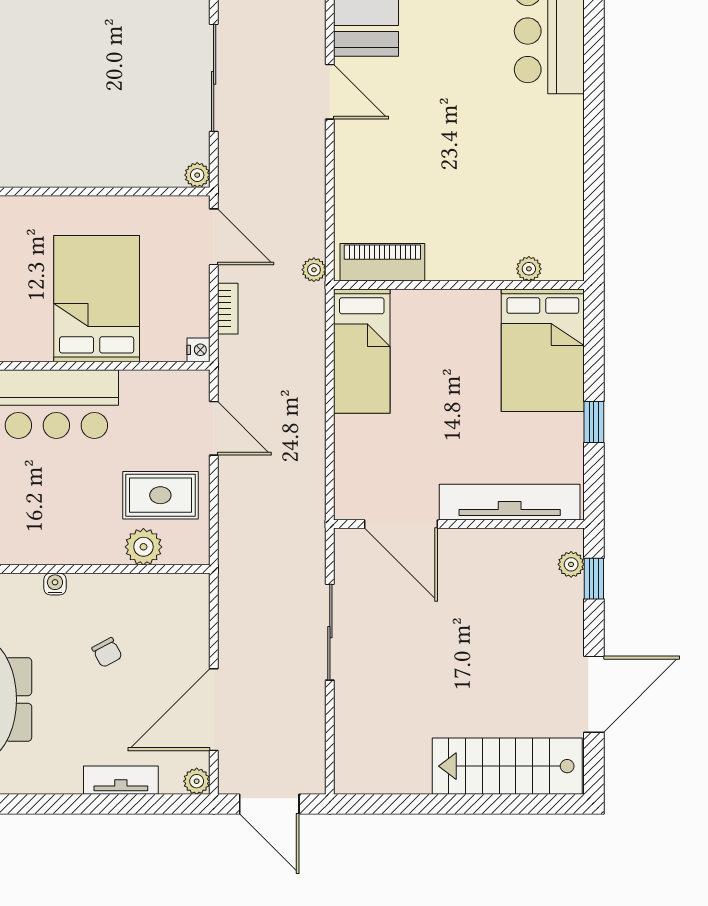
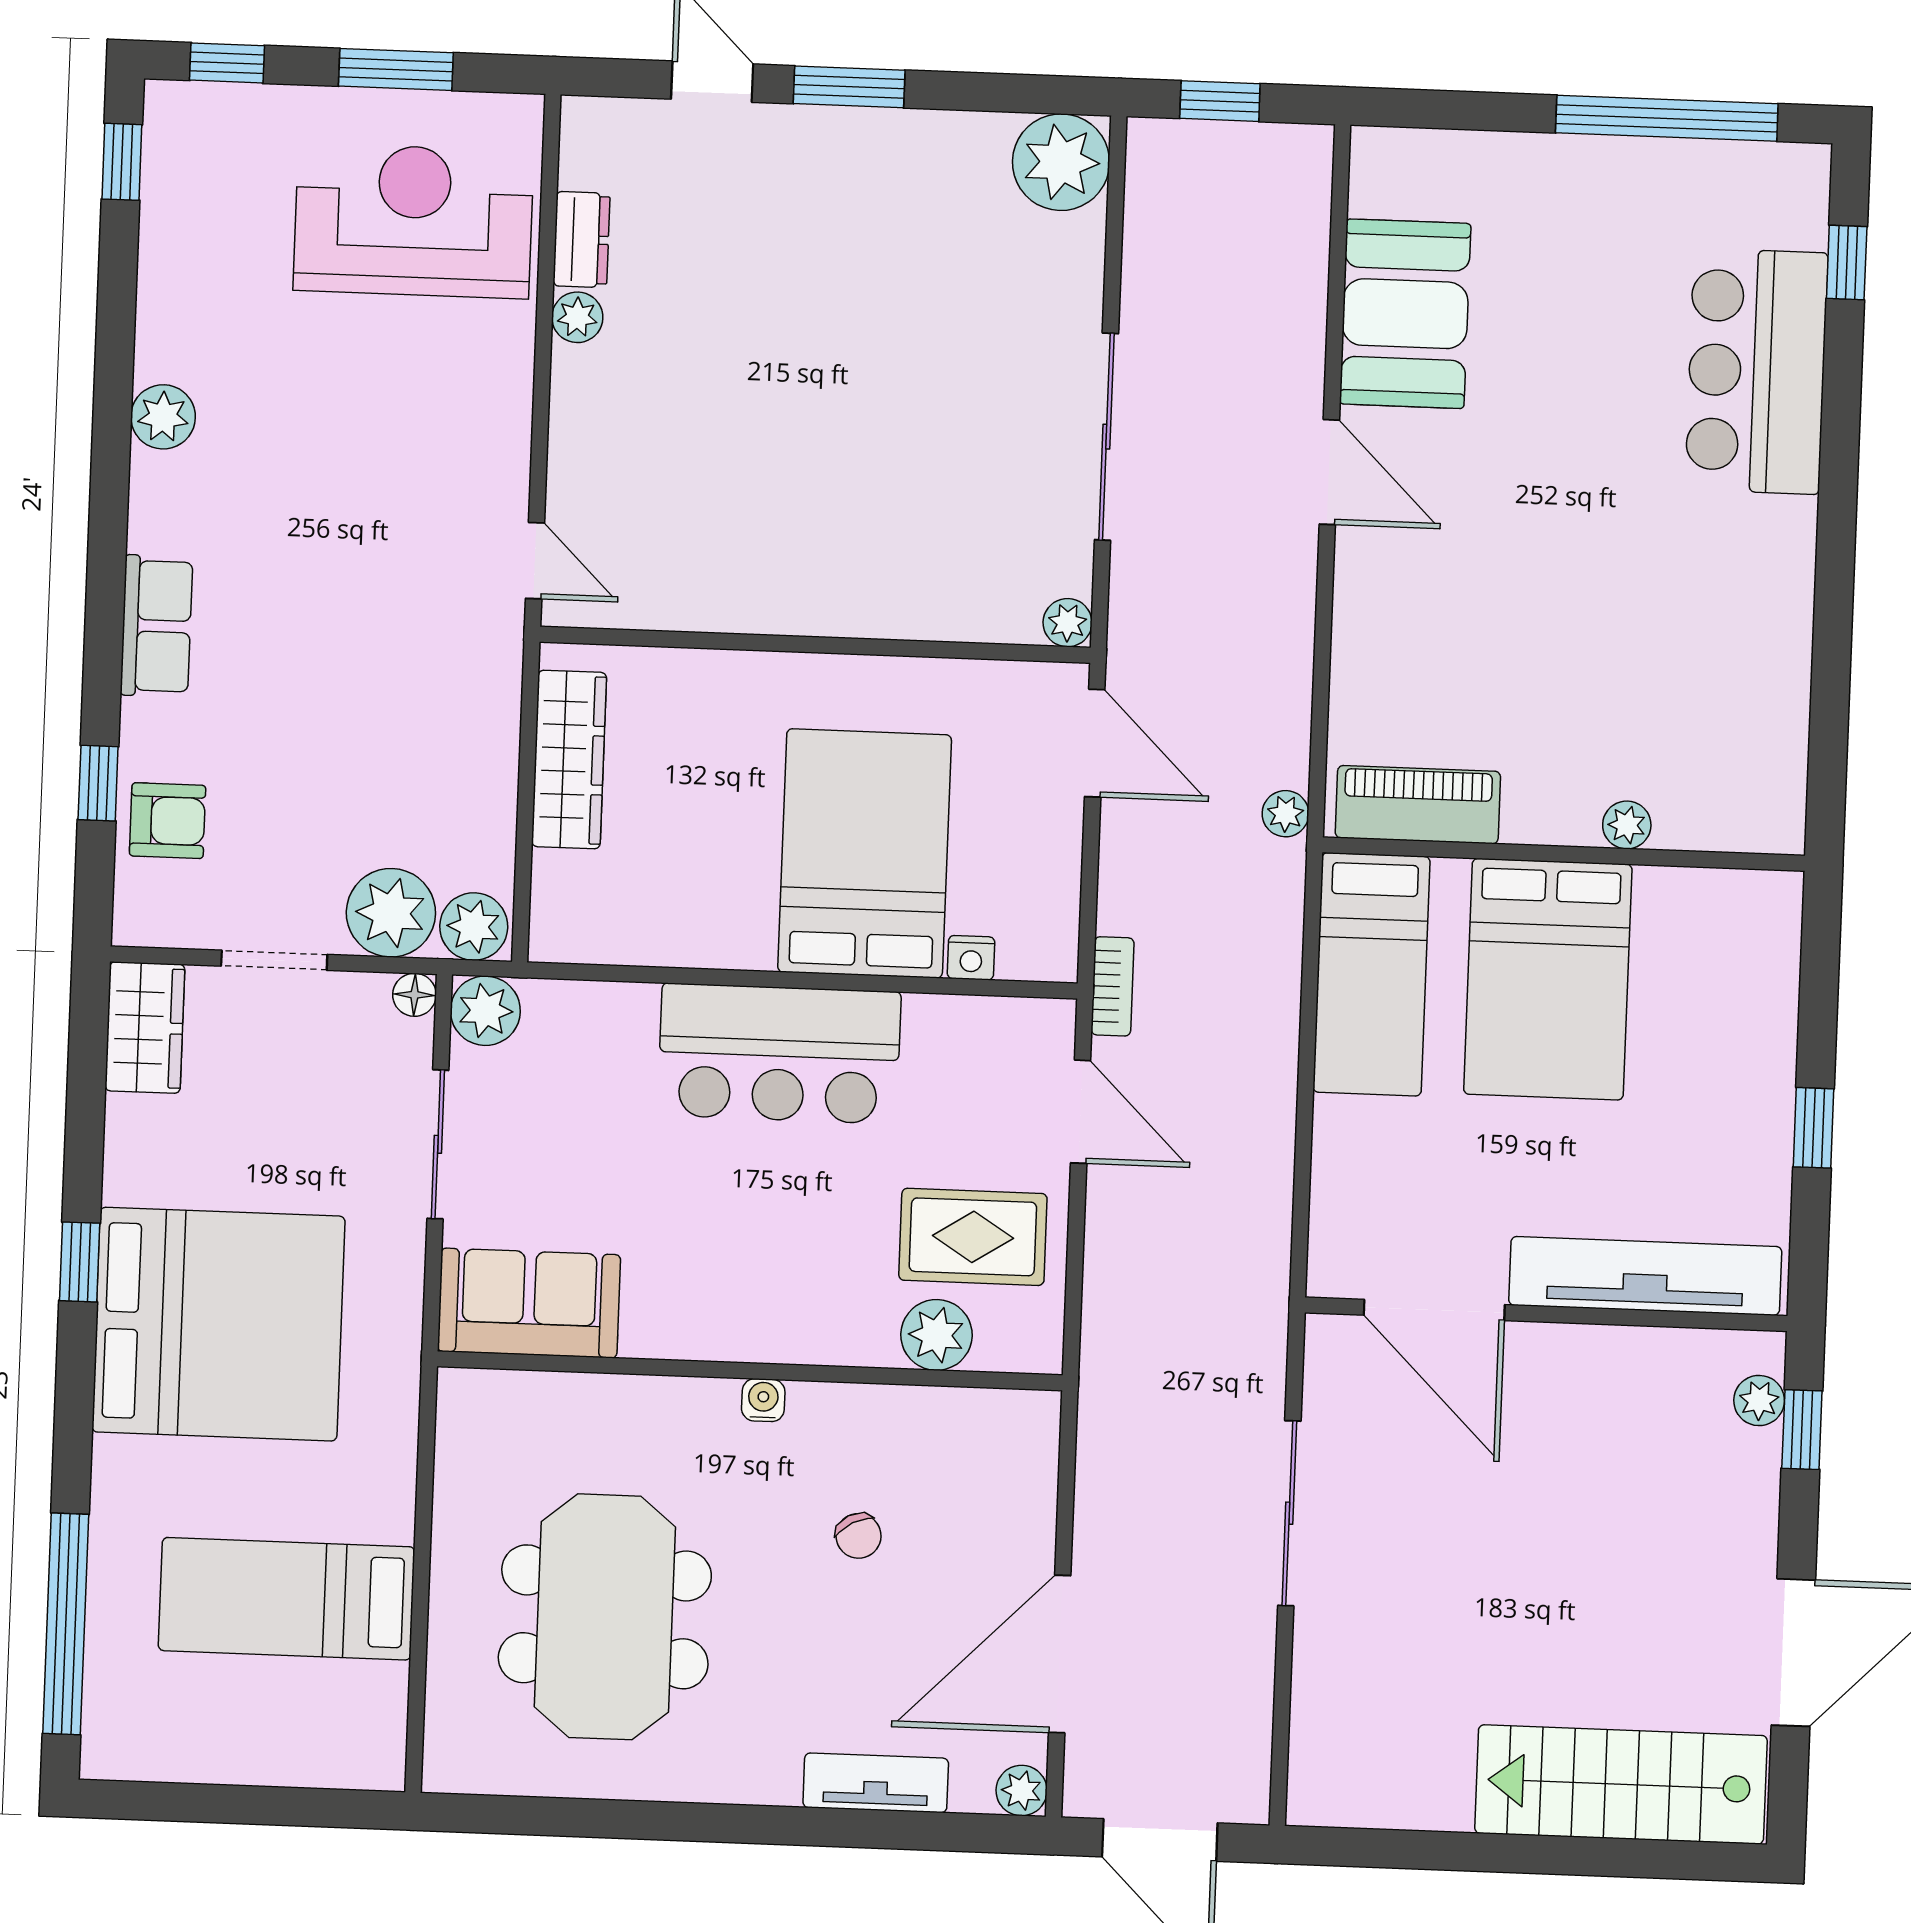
plant: (529, 269) -> (1627, 825), moved
bookcase: (228, 309) -> (1113, 986), moved
nightstand: (199, 350) -> (971, 958), moved, turned 90
bed: (543, 350) -> (1548, 979), moved

